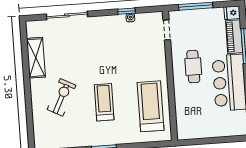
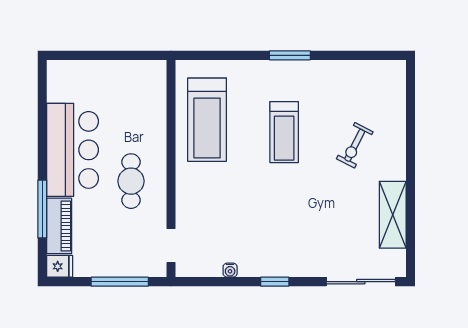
window: (126, 11) -> (275, 282), moved
sliding door: (67, 15) -> (361, 282), moved
exercise bike: (62, 97) -> (355, 145), width x0.73, depth x0.72

